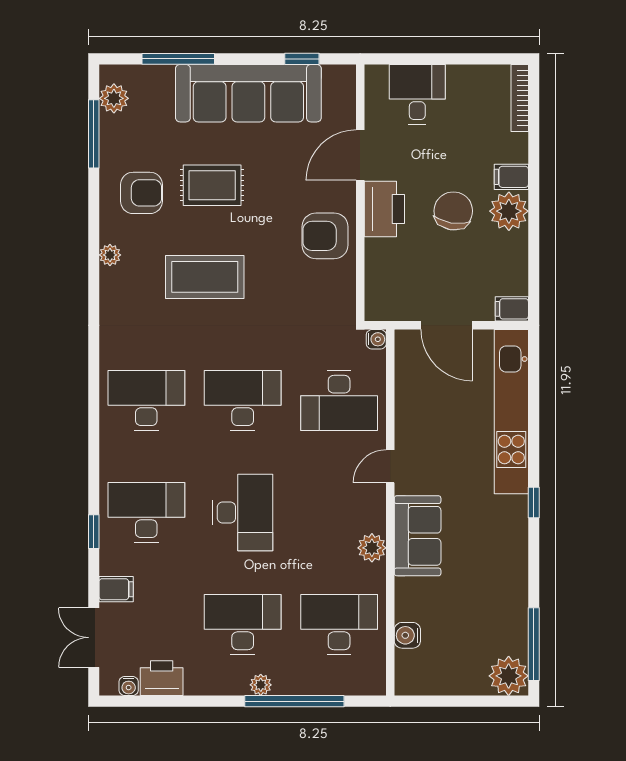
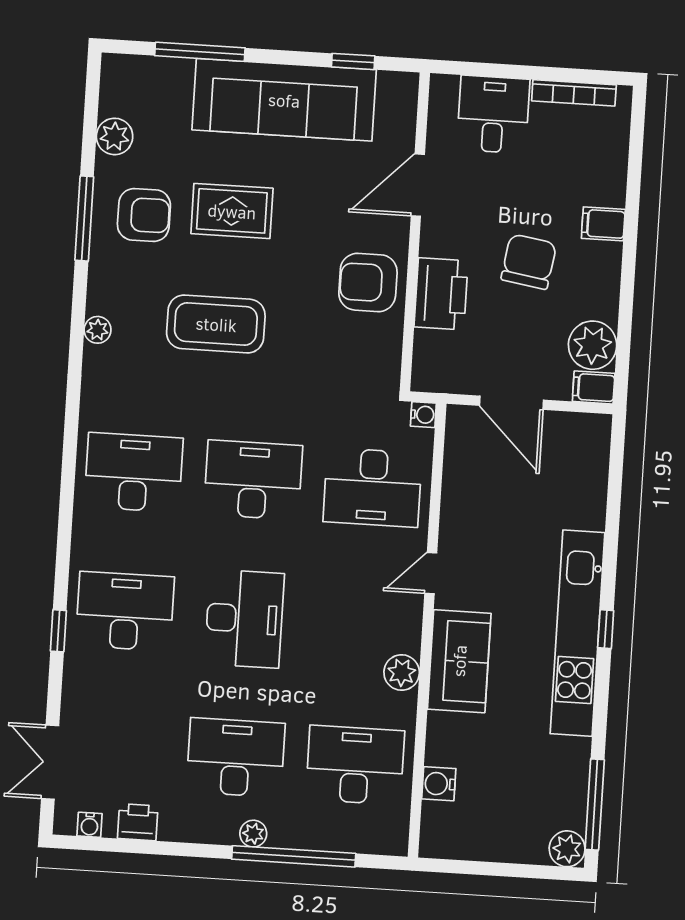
plant: (114, 98) -> (115, 136), moved
bookcase: (520, 98) -> (574, 93), moved, turned -90
window: (94, 134) -> (84, 218), moved
printer: (384, 209) -> (441, 294), moved
plant: (509, 211) -> (593, 345), moved
plant: (110, 255) -> (98, 330), moved
kitchen unit: (511, 412) -> (577, 633), moved
filing cabinet: (116, 589) -> (82, 704), removed
plant: (509, 676) -> (567, 849), width x0.73, depth x0.73
printer: (162, 678) -> (138, 822), width x0.73, depth x0.81

